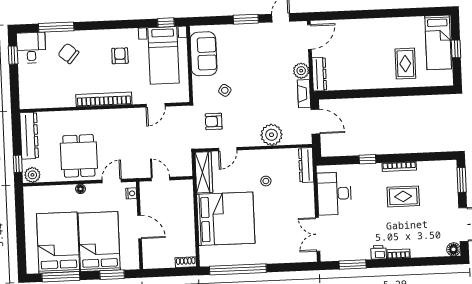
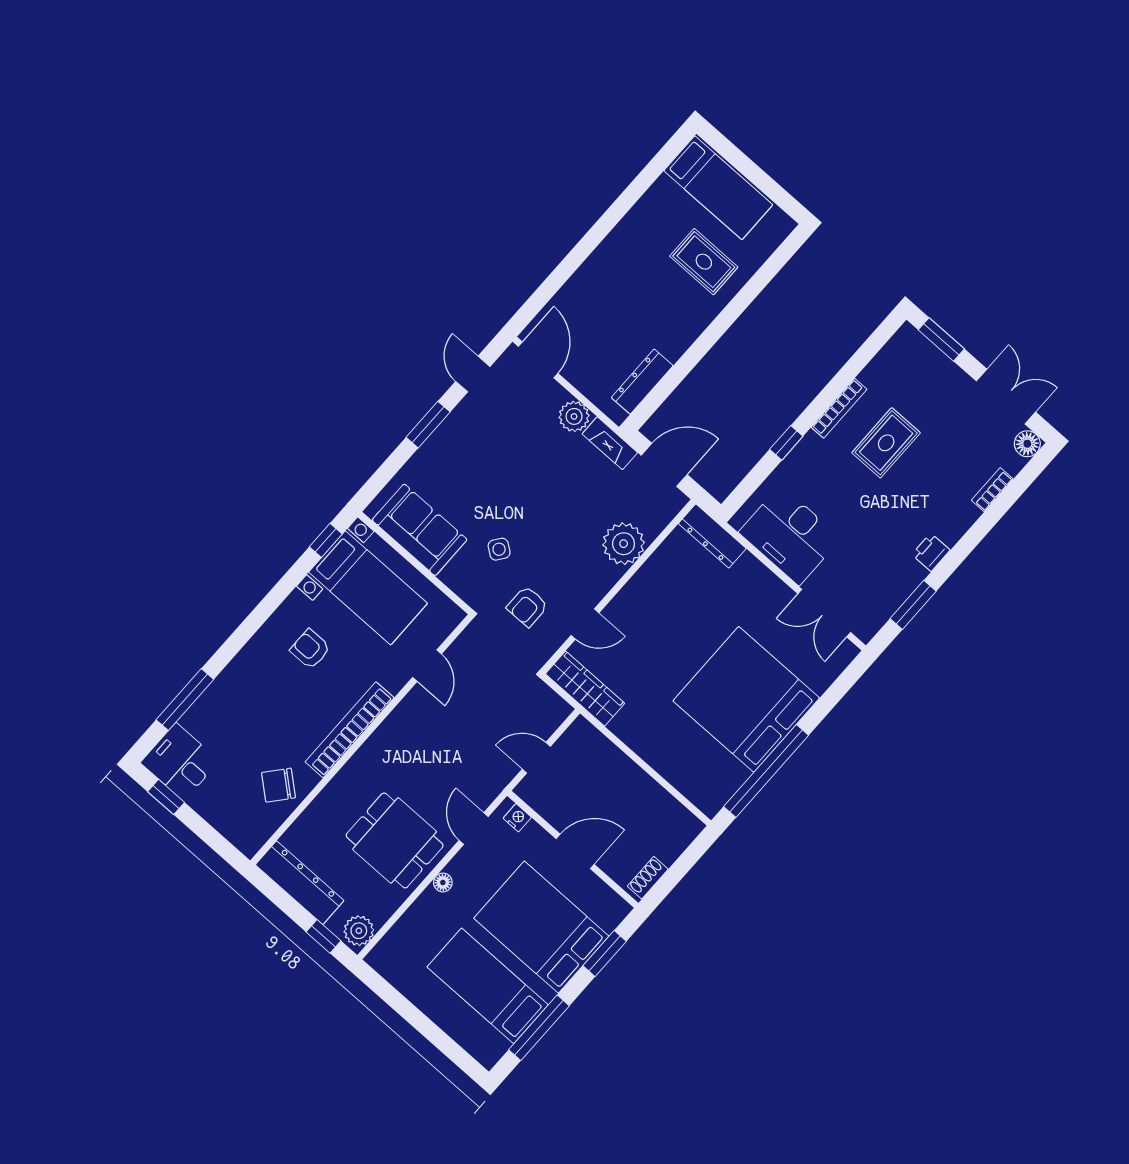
window: (456, 49) -> (751, 171), removed
chair: (68, 53) -> (278, 785), moved
dresser: (319, 74) -> (642, 382), moved, turned -90
door: (228, 149) -> (585, 624), hinge flipped
stool: (266, 181) -> (680, 614), removed
bed: (226, 219) -> (746, 699), moved, turned -90
bed: (58, 243) -> (488, 986), width x0.67
bookcase: (399, 254) -> (992, 490), moved
shoe rack: (186, 262) -> (648, 878), moved

